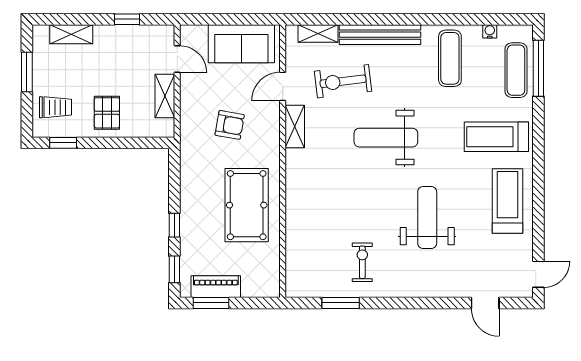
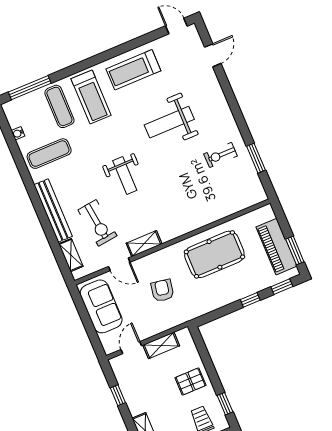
exercise mat: (516, 70) -> (59, 106), moved, turned 90
weight bench: (386, 138) -> (125, 175), width x0.73, depth x0.75
piano: (216, 287) -> (277, 247), width x1.37, depth x1.33

